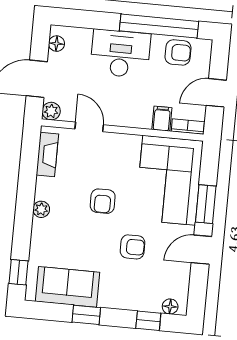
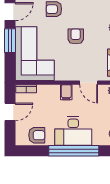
window: (159, 26) -> (74, 151), moved
armchair: (178, 52) -> (37, 135), turned 180
filing cabinet: (162, 119) -> (66, 92), moved

